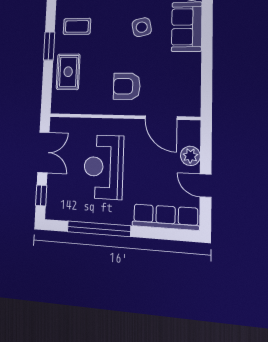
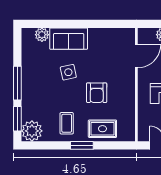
armchair: (127, 86) -> (97, 93), moved

